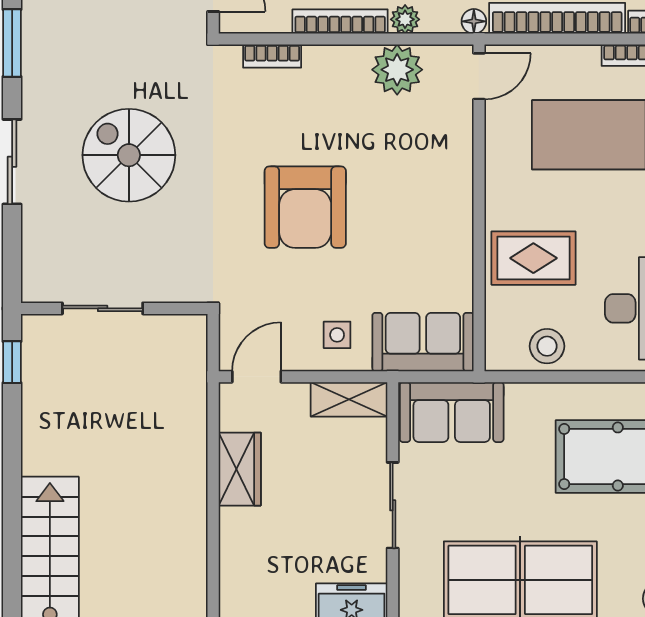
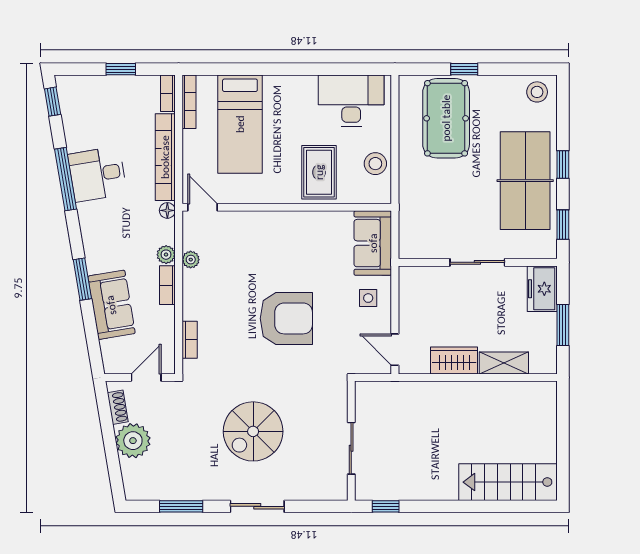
bookcase: (340, 21) -> (167, 285), width x0.64
plant: (397, 70) -> (191, 260), width x0.53, depth x0.53
shelving: (349, 399) -> (504, 363), moved, turned 90
sofa: (452, 412) -> (418, 225), removed

